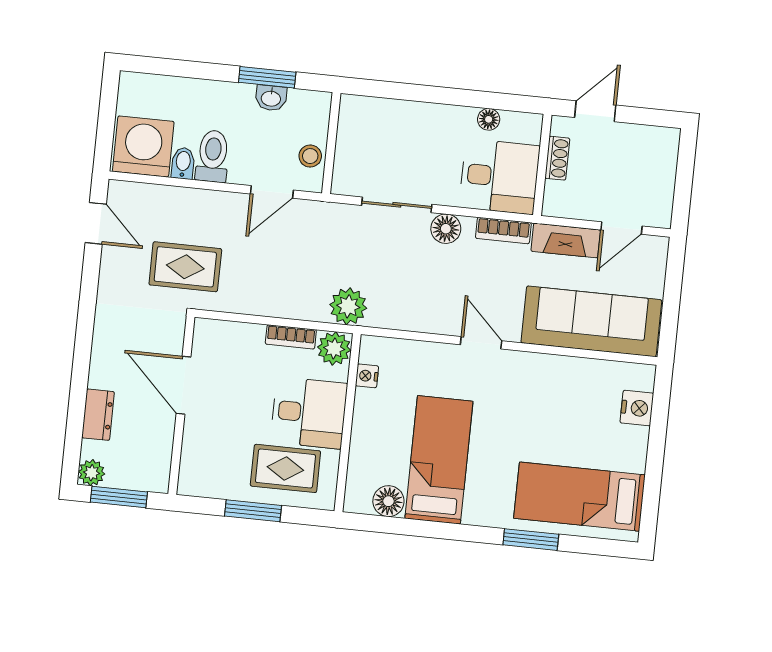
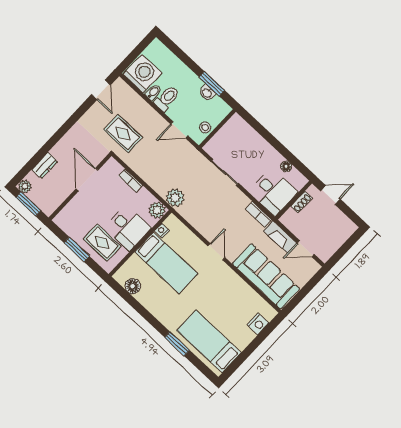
floor lamp: (446, 229) -> (237, 196), removed
bookcase: (291, 337) -> (130, 180), moved
bed: (439, 460) -> (166, 263), moved, turned 90

